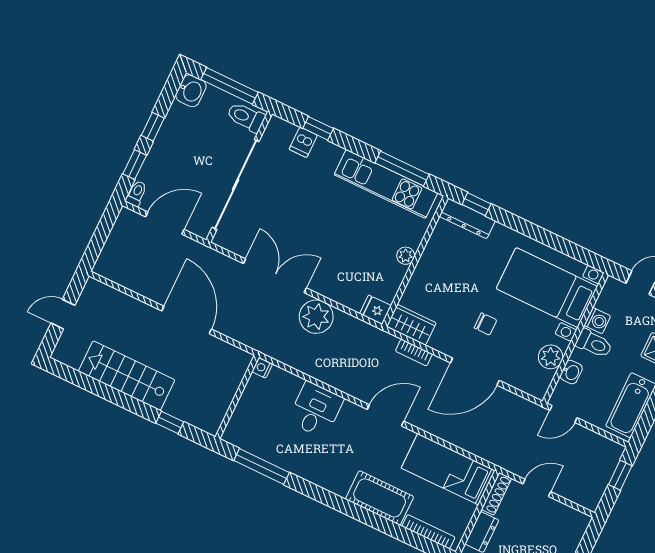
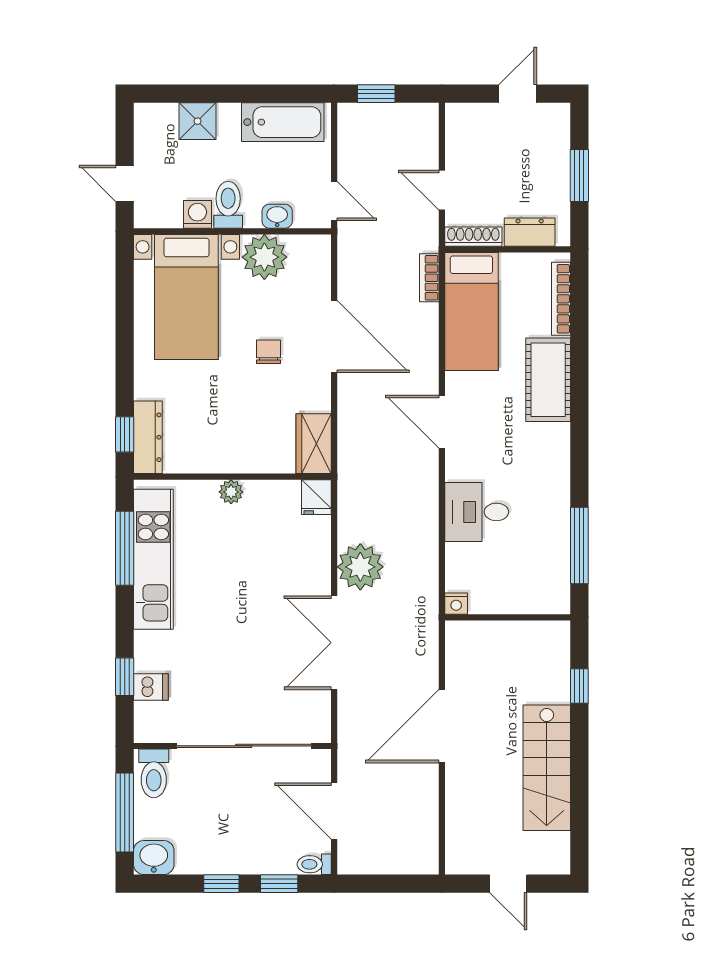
bookcase: (414, 353) -> (429, 278), moved, turned 180
plant: (551, 357) -> (264, 257), width x1.36, depth x1.36

